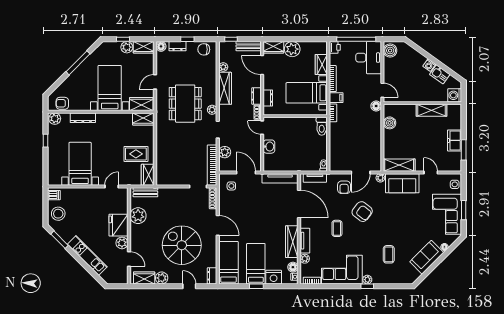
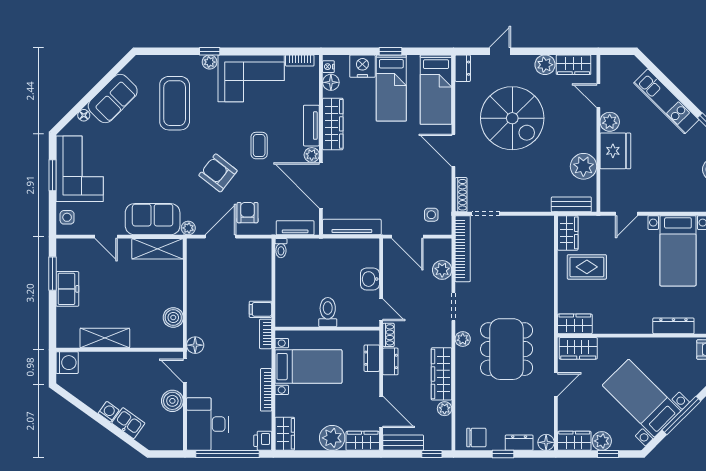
boiler: (390, 51) -> (172, 401), moved
wardrobe: (321, 65) -> (285, 434), moved
kitchen sink: (440, 74) -> (128, 423), moved
bed with nightstands: (110, 88) -> (641, 398), moved, turned 135
filing cabinet: (336, 98) -> (260, 309), moved
toilet: (322, 126) -> (328, 312), moved
coffee table: (389, 254) -> (175, 103), width x1.86, depth x1.72
plant: (305, 259) -> (312, 155), moved
door: (189, 286) -> (500, 51), swing flipped

